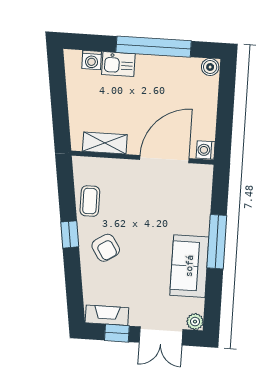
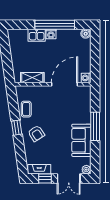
washing machine: (92, 60) -> (51, 34), moved

